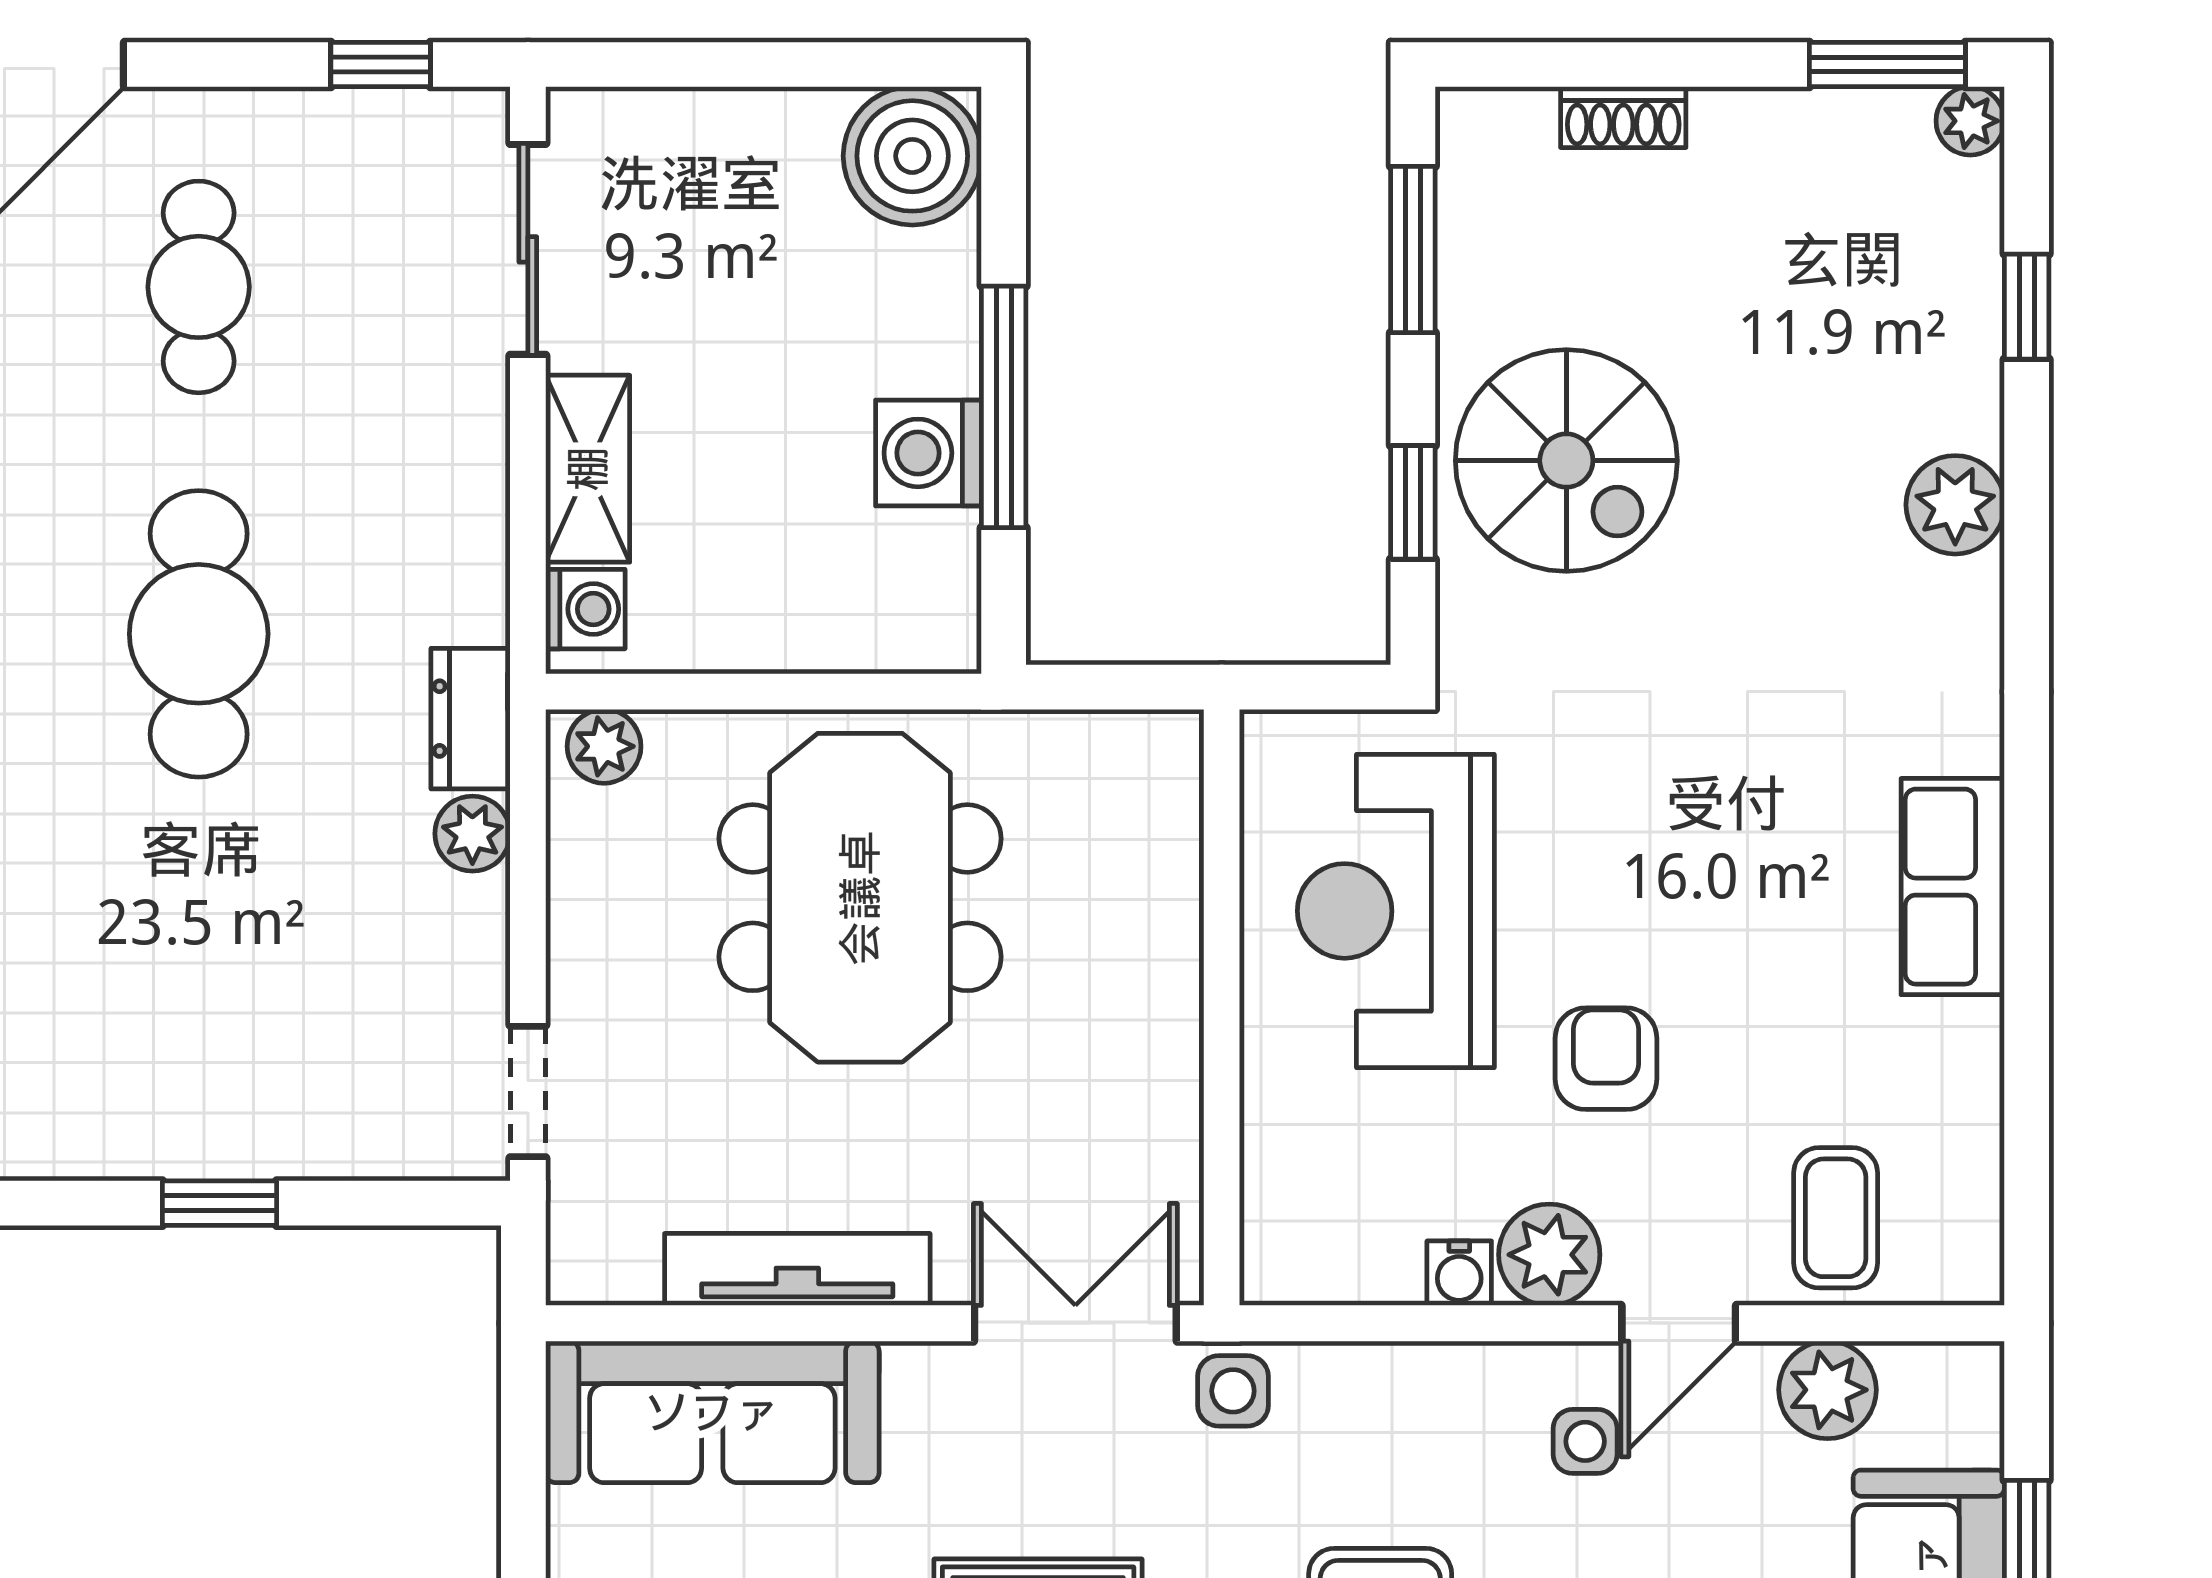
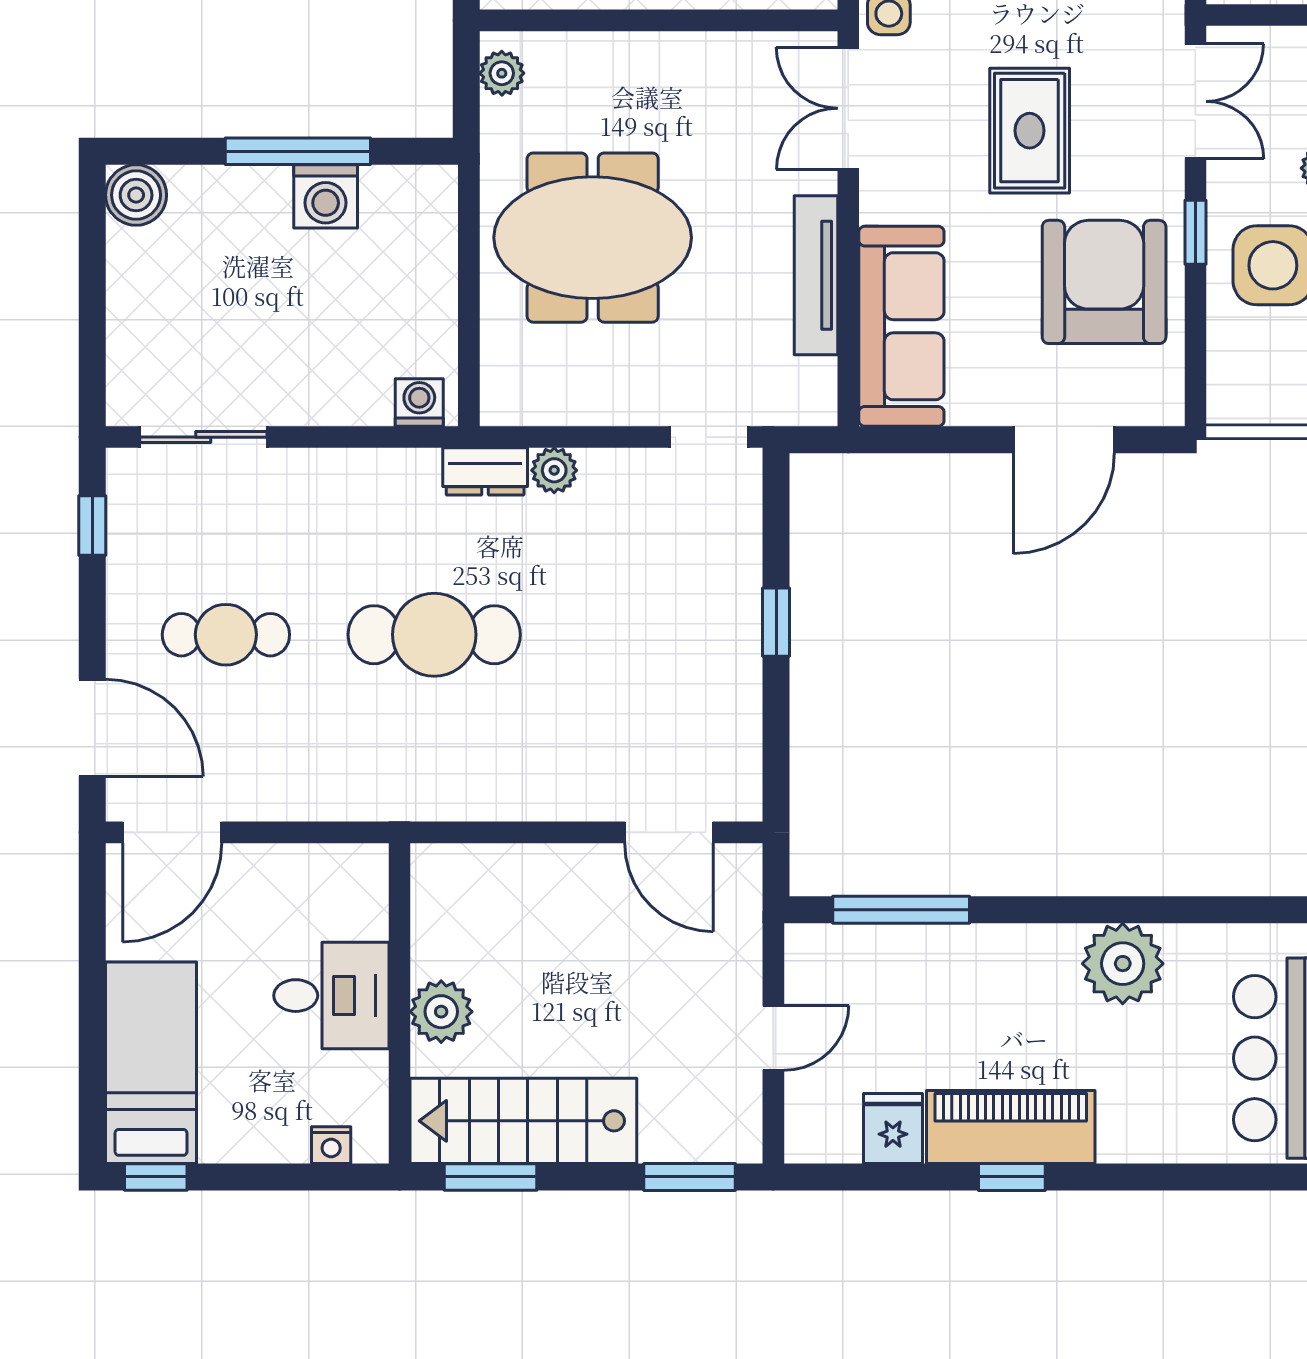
boiler: (912, 156) -> (136, 195), width x0.73, depth x0.73
shelving: (588, 469) -> (335, 401), removed
plant: (604, 746) -> (502, 73), moved

